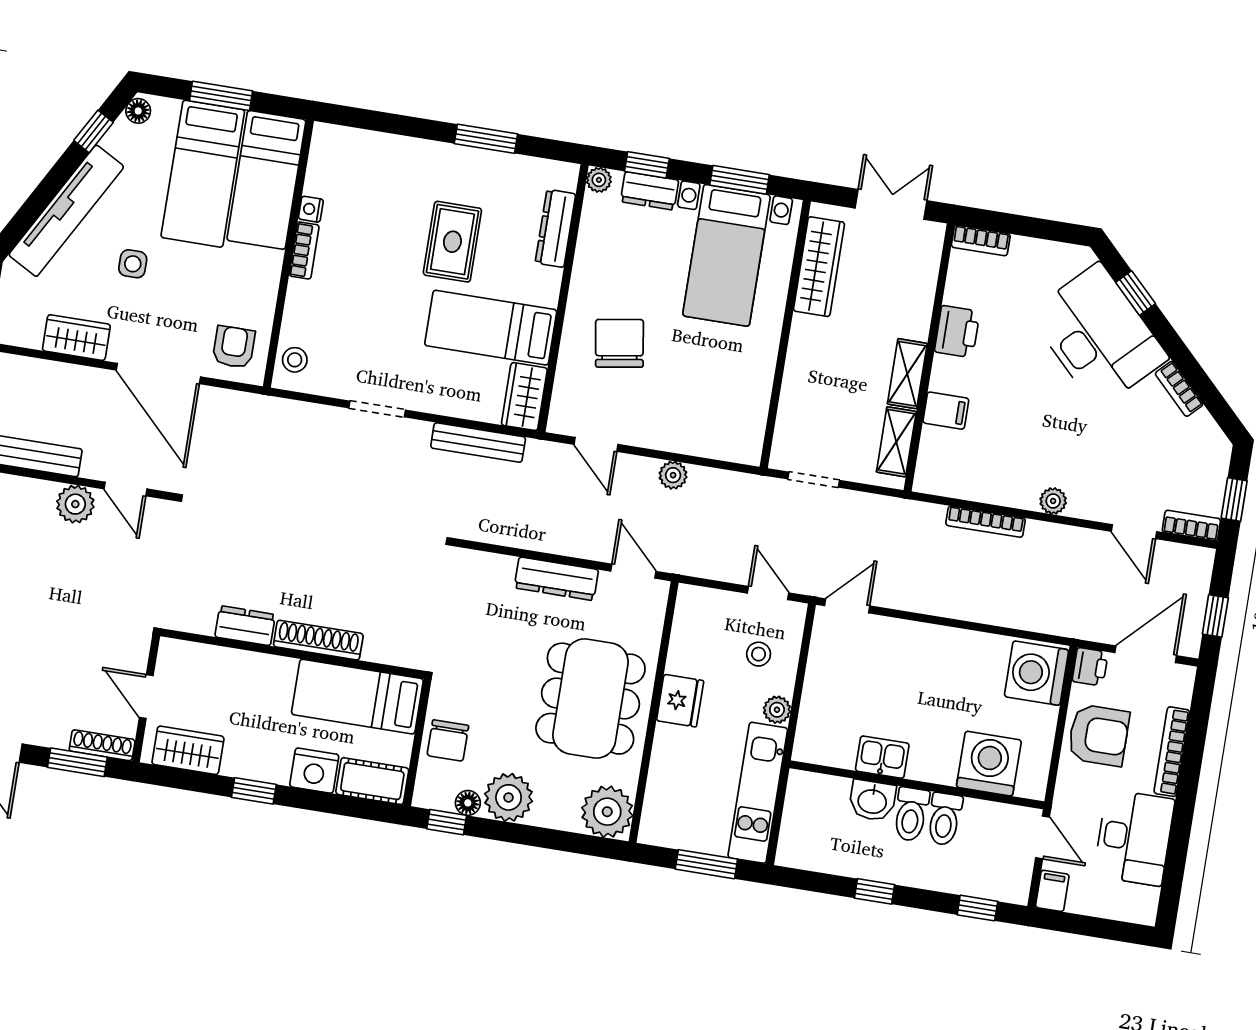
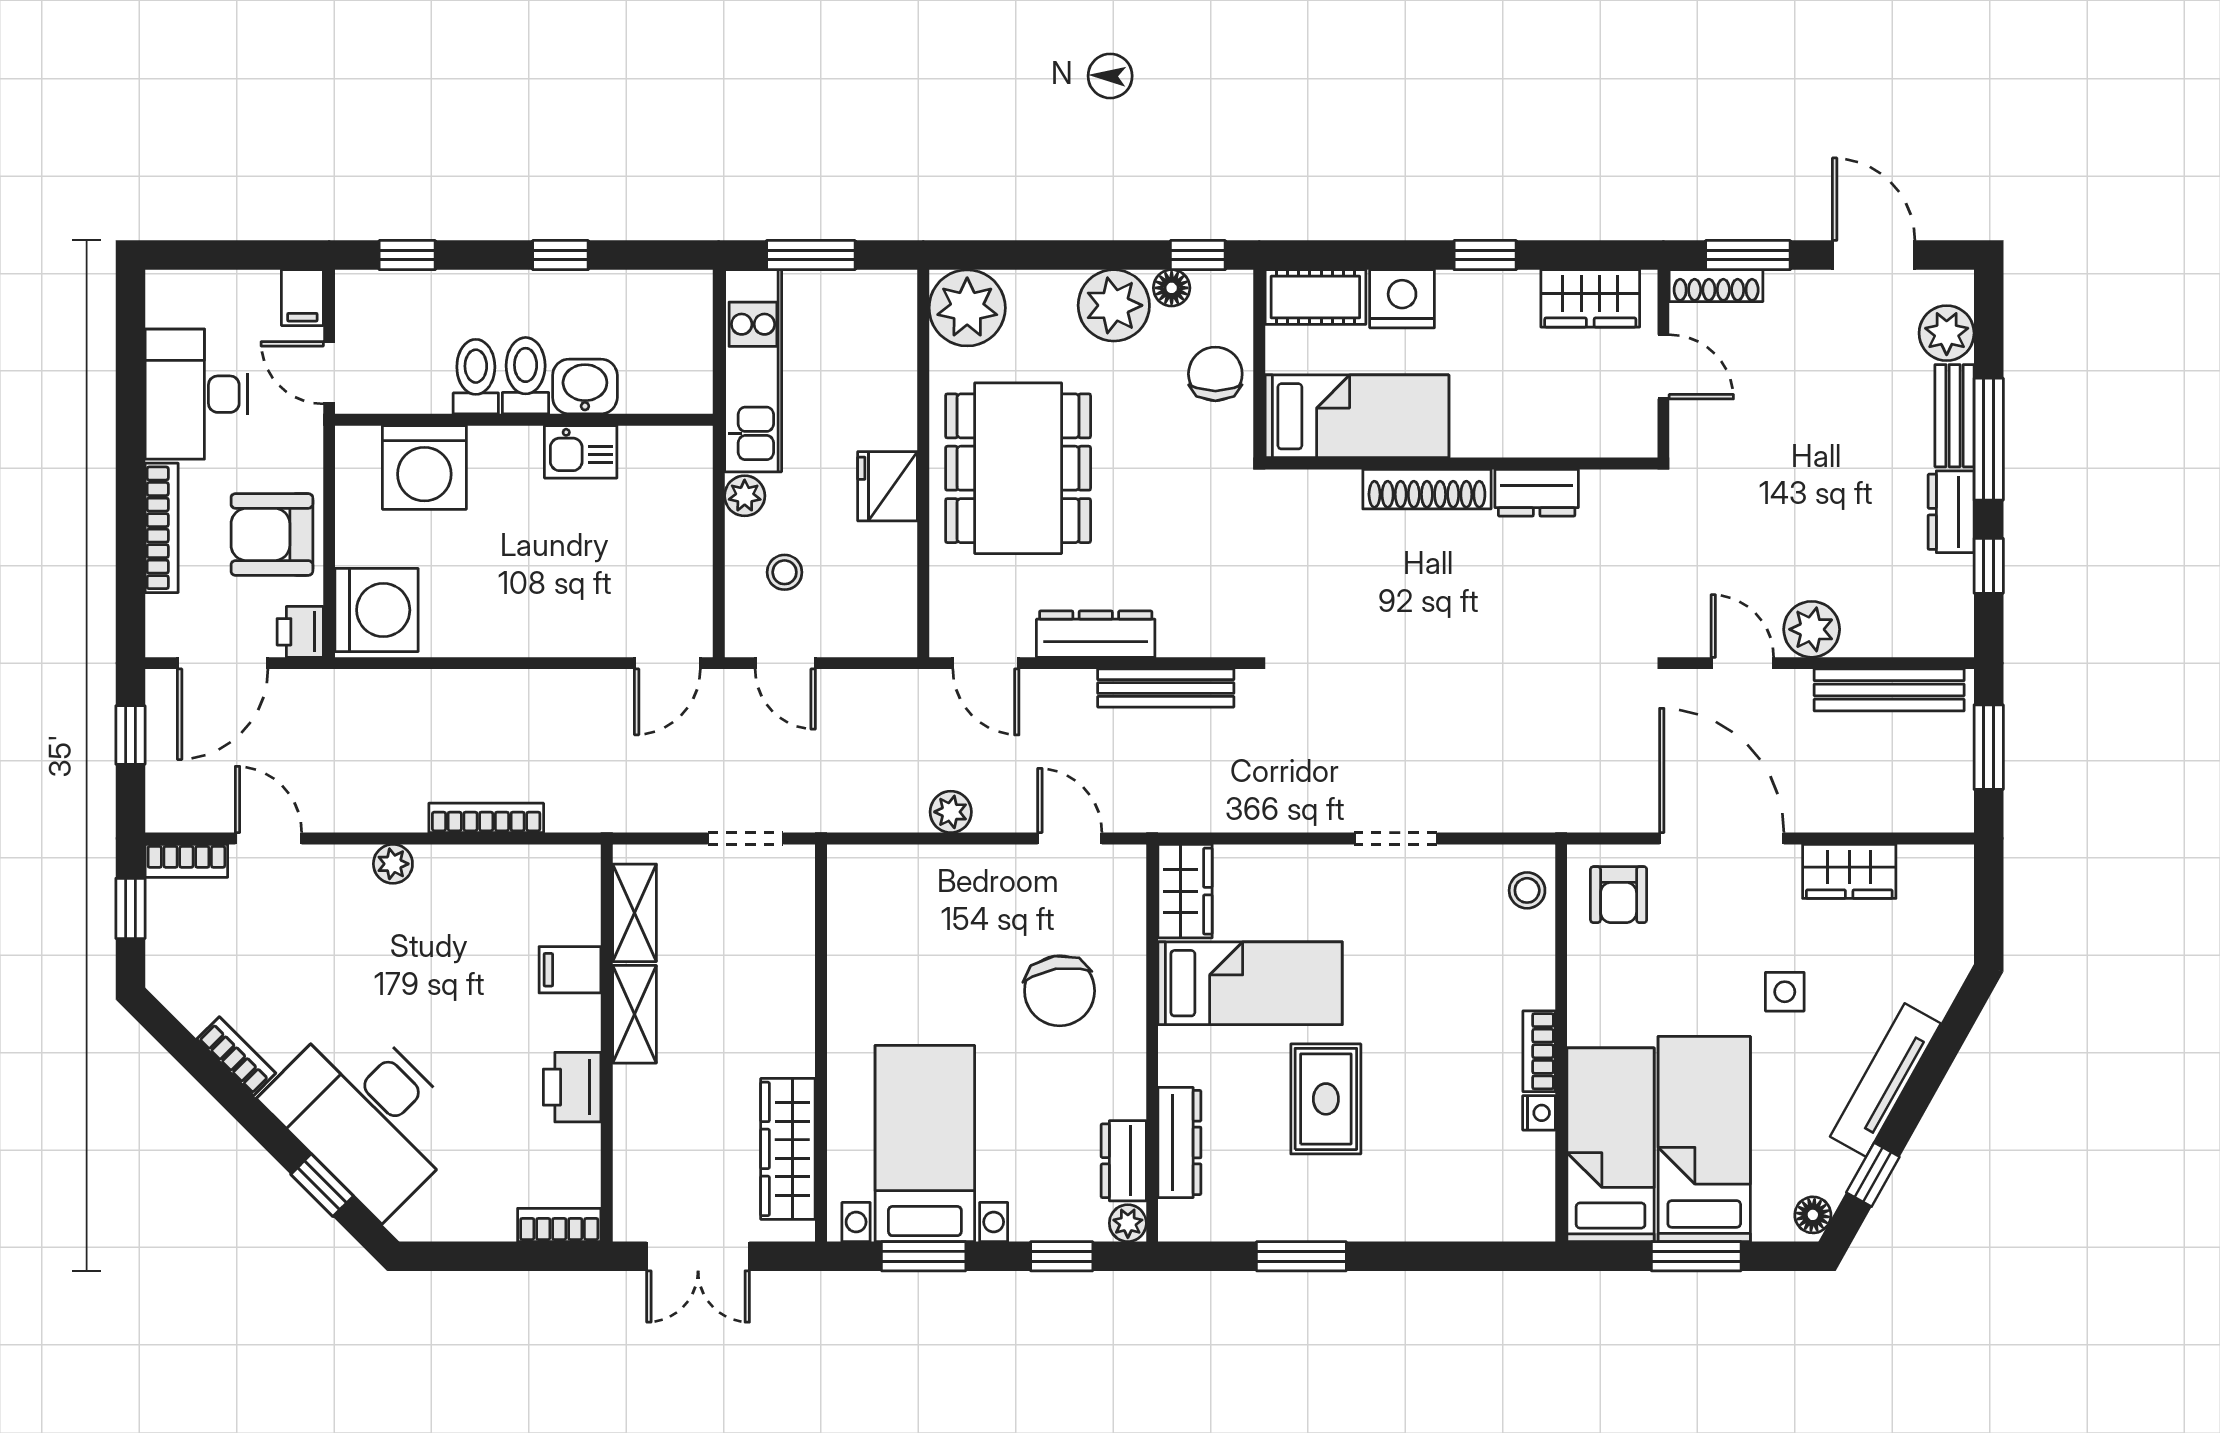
dresser: (650, 191) -> (1124, 1161), moved, turned -90
tv unit: (66, 211) -> (1885, 1080), width x0.73, depth x0.78
bench: (478, 442) -> (1166, 688), moved

